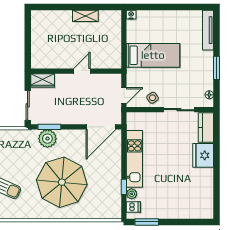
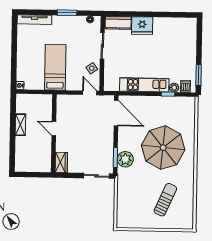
wall: (76, 71) -> (54, 133), moved
door: (82, 71) -> (54, 128), moved
wardrobe: (43, 80) -> (61, 162), moved

